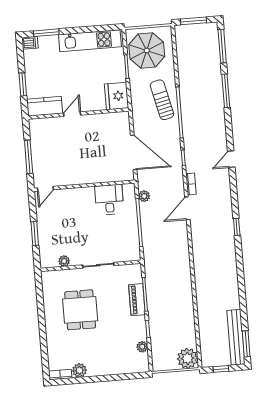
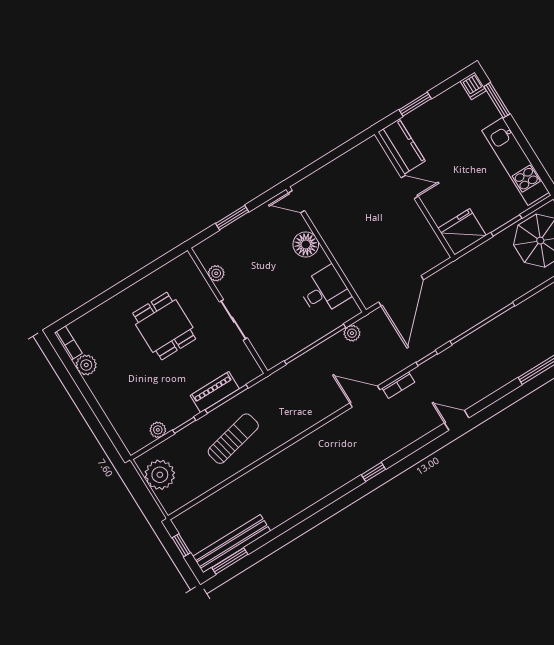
sun lounger: (162, 100) -> (233, 439), moved
window: (29, 157) -> (326, 159), removed
floor lamp: (75, 197) -> (306, 244), added
dining table: (80, 310) -> (164, 326), turned 90
plant: (188, 358) -> (160, 475), moved

